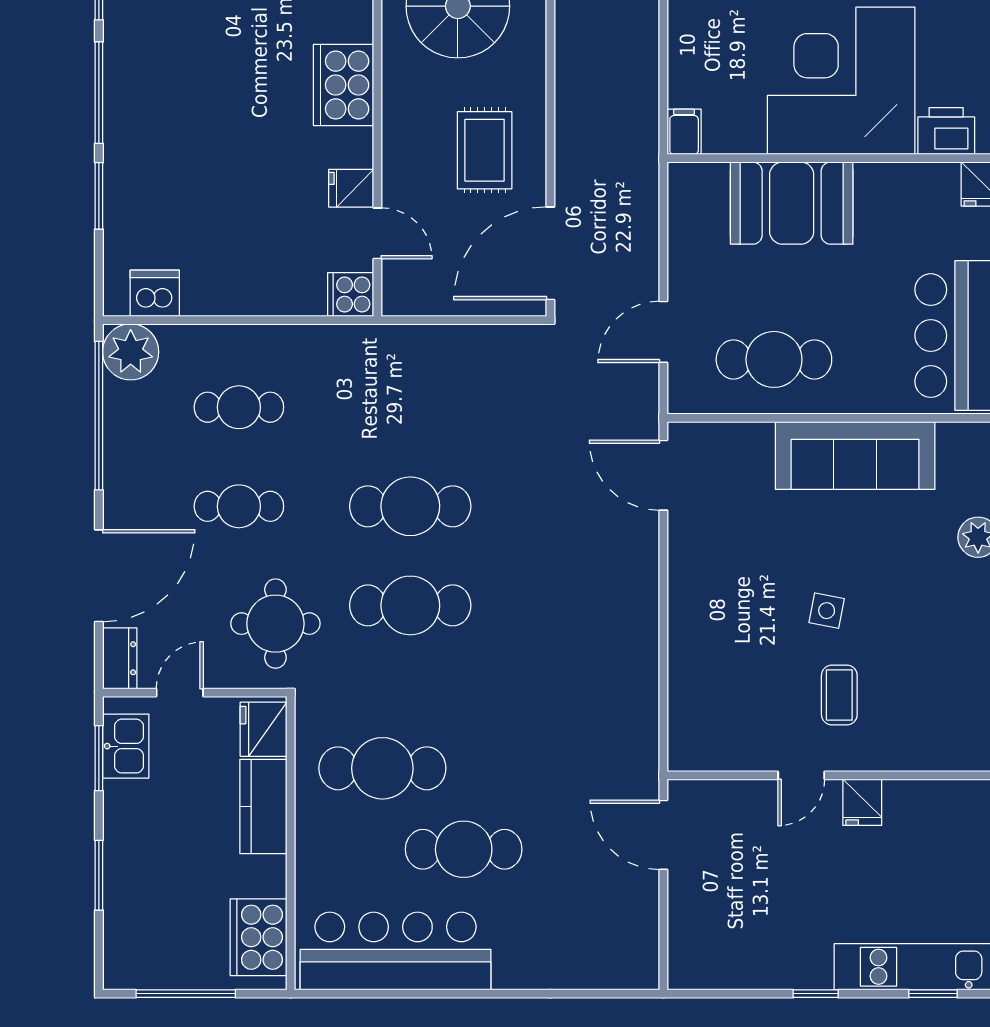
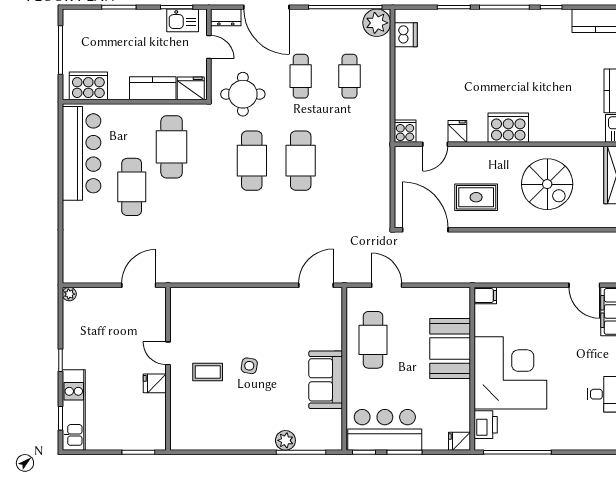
sofa: (855, 456) -> (326, 380), width x0.73
plant: (681, 976) -> (69, 294), added

